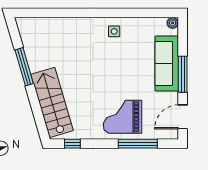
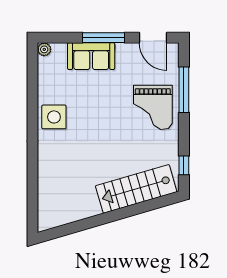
side table: (114, 31) -> (54, 117), width x1.87, depth x1.87
sofa: (167, 64) -> (91, 56), width x0.73
window: (24, 67) -> (95, 221), removed

